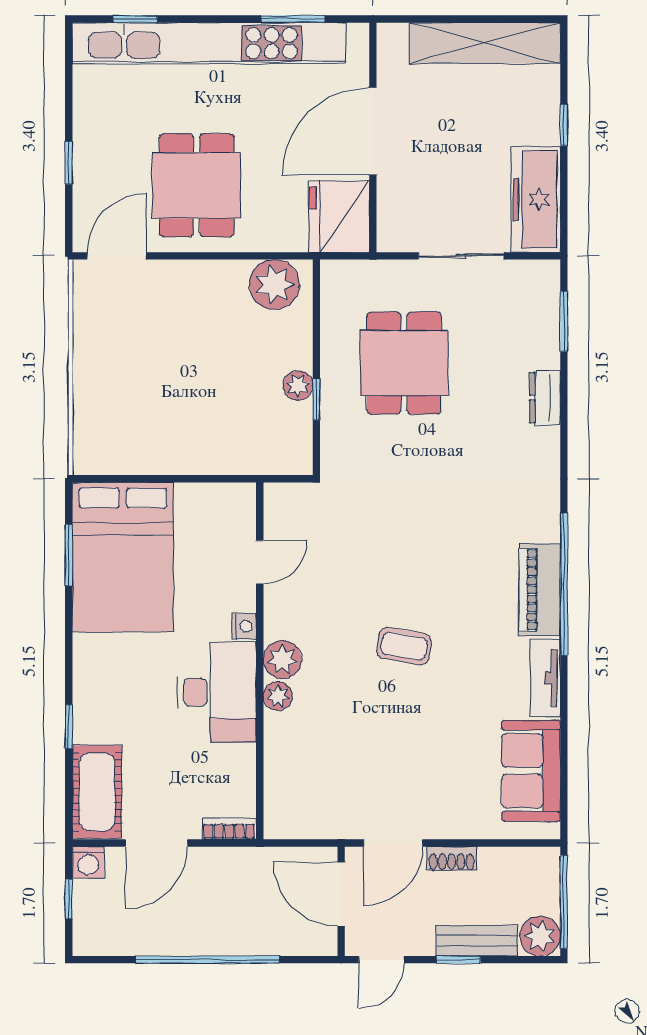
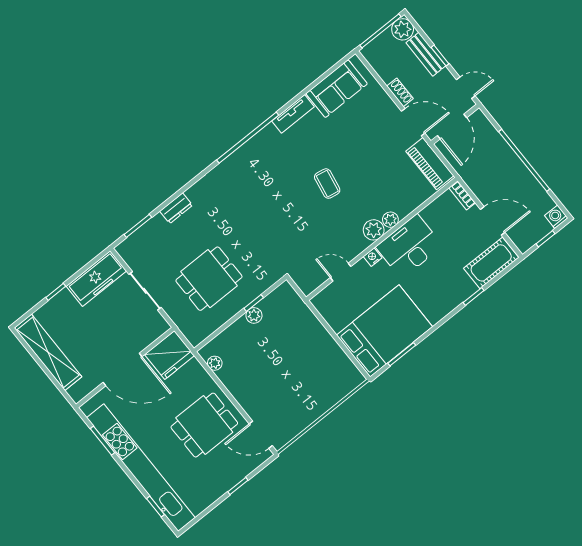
plant: (274, 284) -> (215, 363), width x0.53, depth x0.53
piano: (540, 590) -> (430, 164), moved, turned 90
washing machine: (88, 862) -> (556, 217), moved, turned -90

